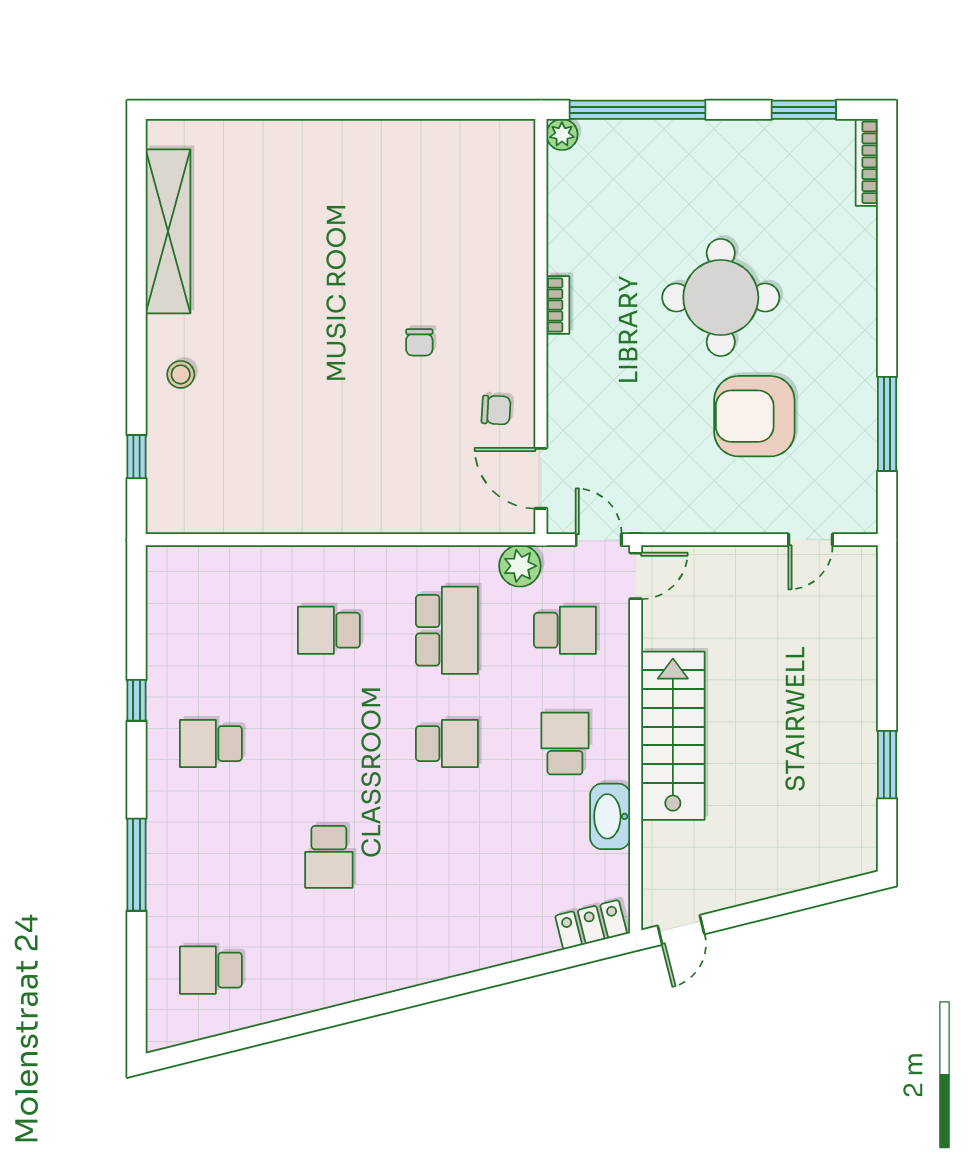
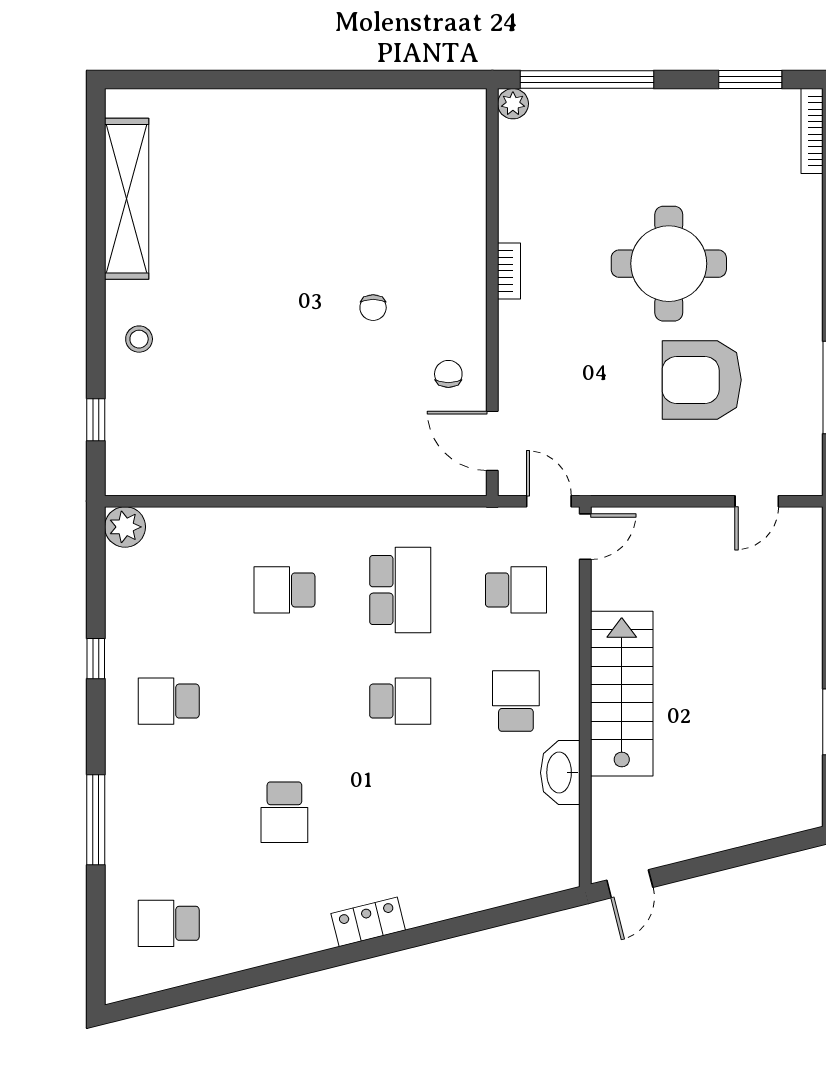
chair: (496, 410) -> (448, 374), turned -93
plant: (520, 566) -> (125, 527), moved
locker: (591, 925) -> (368, 922), moved

